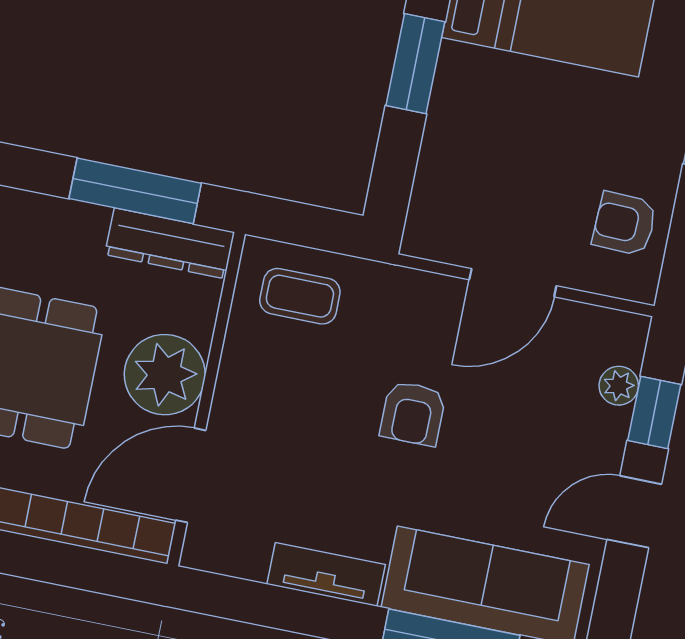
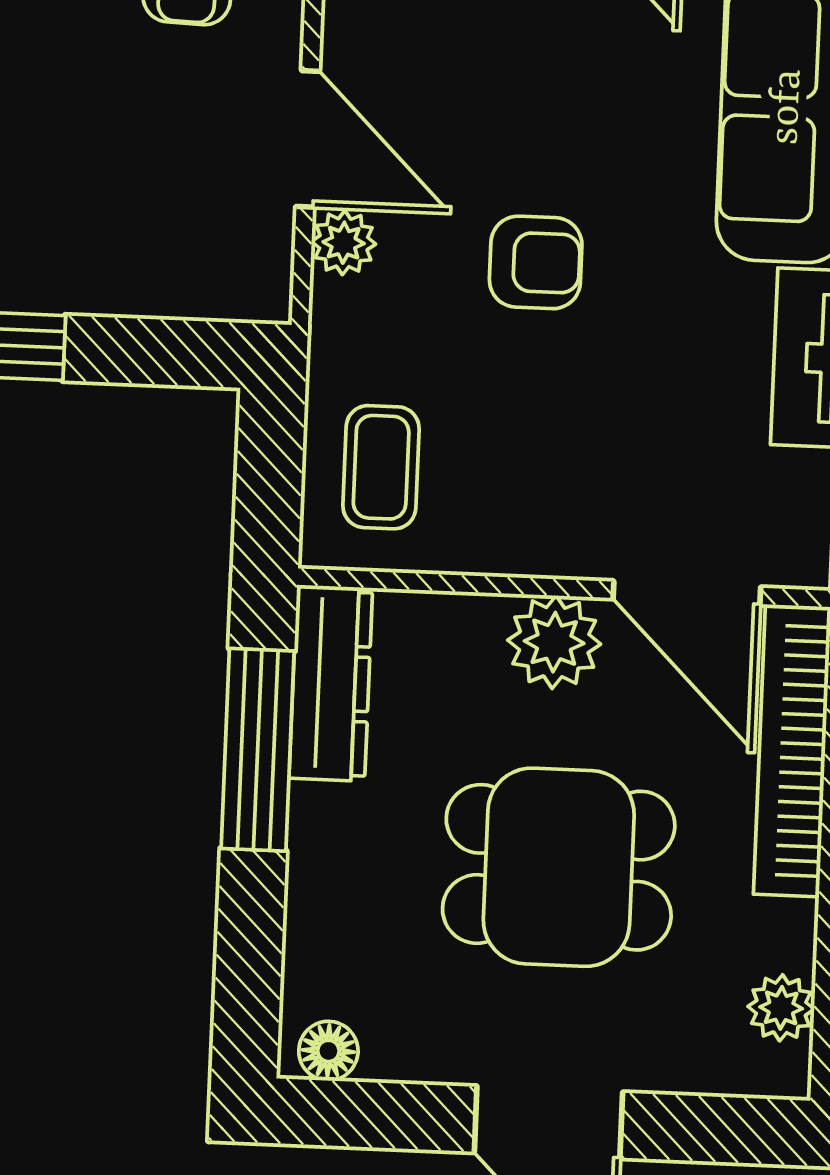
plant: (444, 295) -> (344, 243), added
plant: (165, 375) -> (554, 642), width x0.73, depth x0.73

